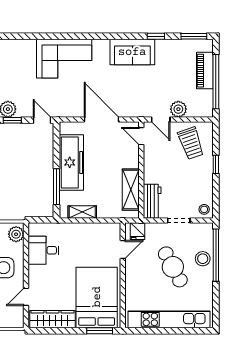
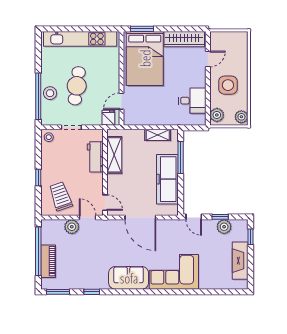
sofa: (132, 52) -> (129, 278), moved
workbench: (152, 201) -> (95, 157), moved
cafe table: (173, 267) -> (77, 86), turned 36

